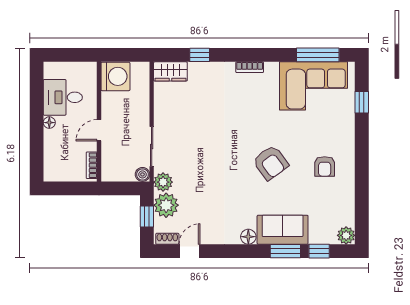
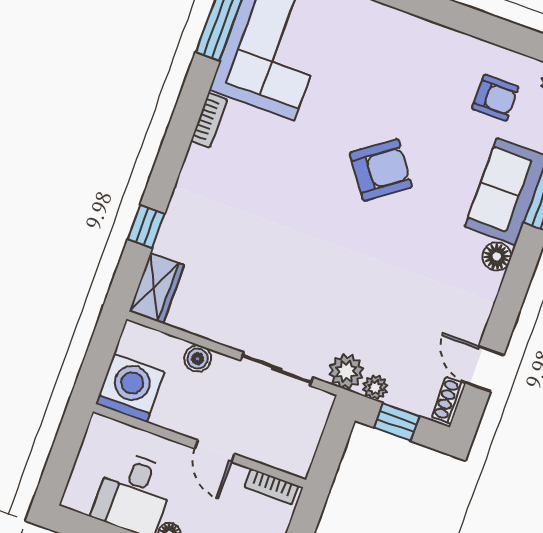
bookcase: (250, 67) -> (209, 120), moved
armchair: (325, 166) -> (495, 98), moved
boiler: (142, 174) -> (198, 359), moved
plant: (166, 205) -> (375, 387), width x0.53, depth x0.53

